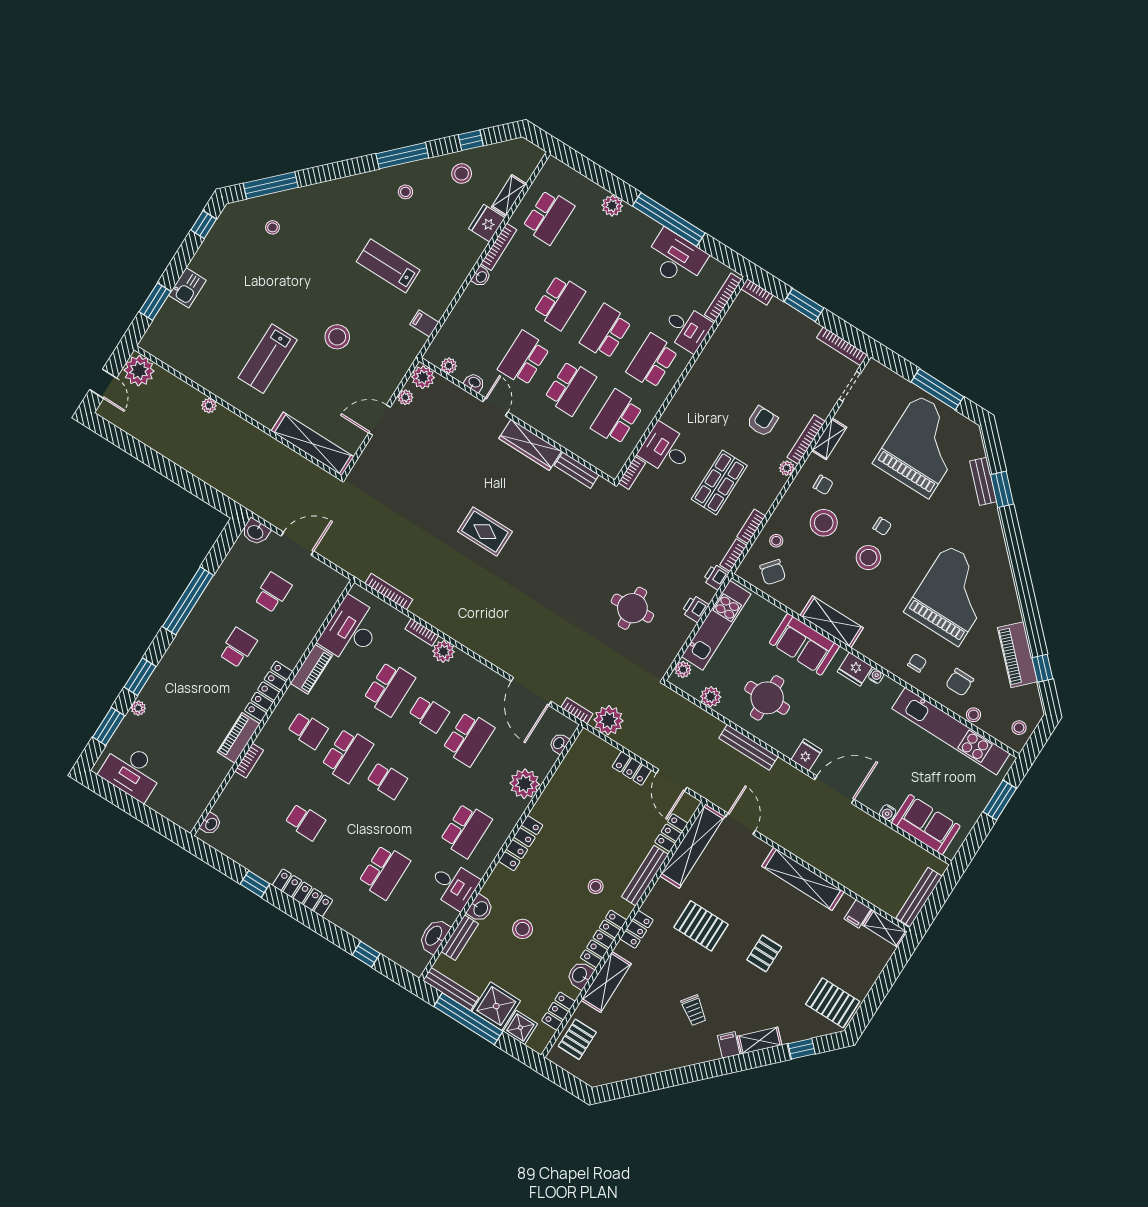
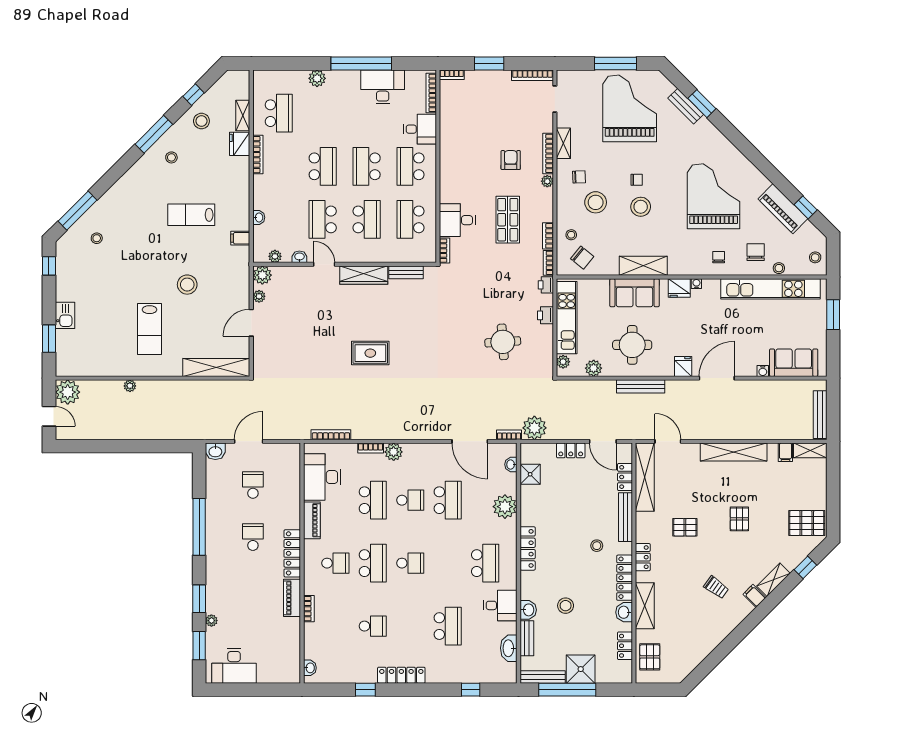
washbasin: (481, 277) -> (259, 217), moved
chair: (960, 682) -> (756, 252), turned 180
pallet: (701, 926) -> (685, 527), width x0.67, depth x0.71
shower: (520, 1028) -> (530, 474), moved

